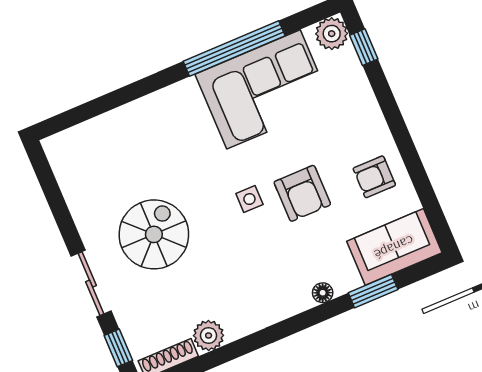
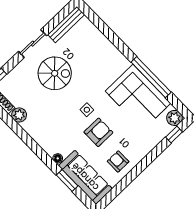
bench: (67, 175) -> (66, 24), added
armchair: (302, 193) -> (98, 132), turned 180
sofa: (394, 247) -> (85, 177), width x1.36
sliding door: (91, 284) -> (33, 44), moved

